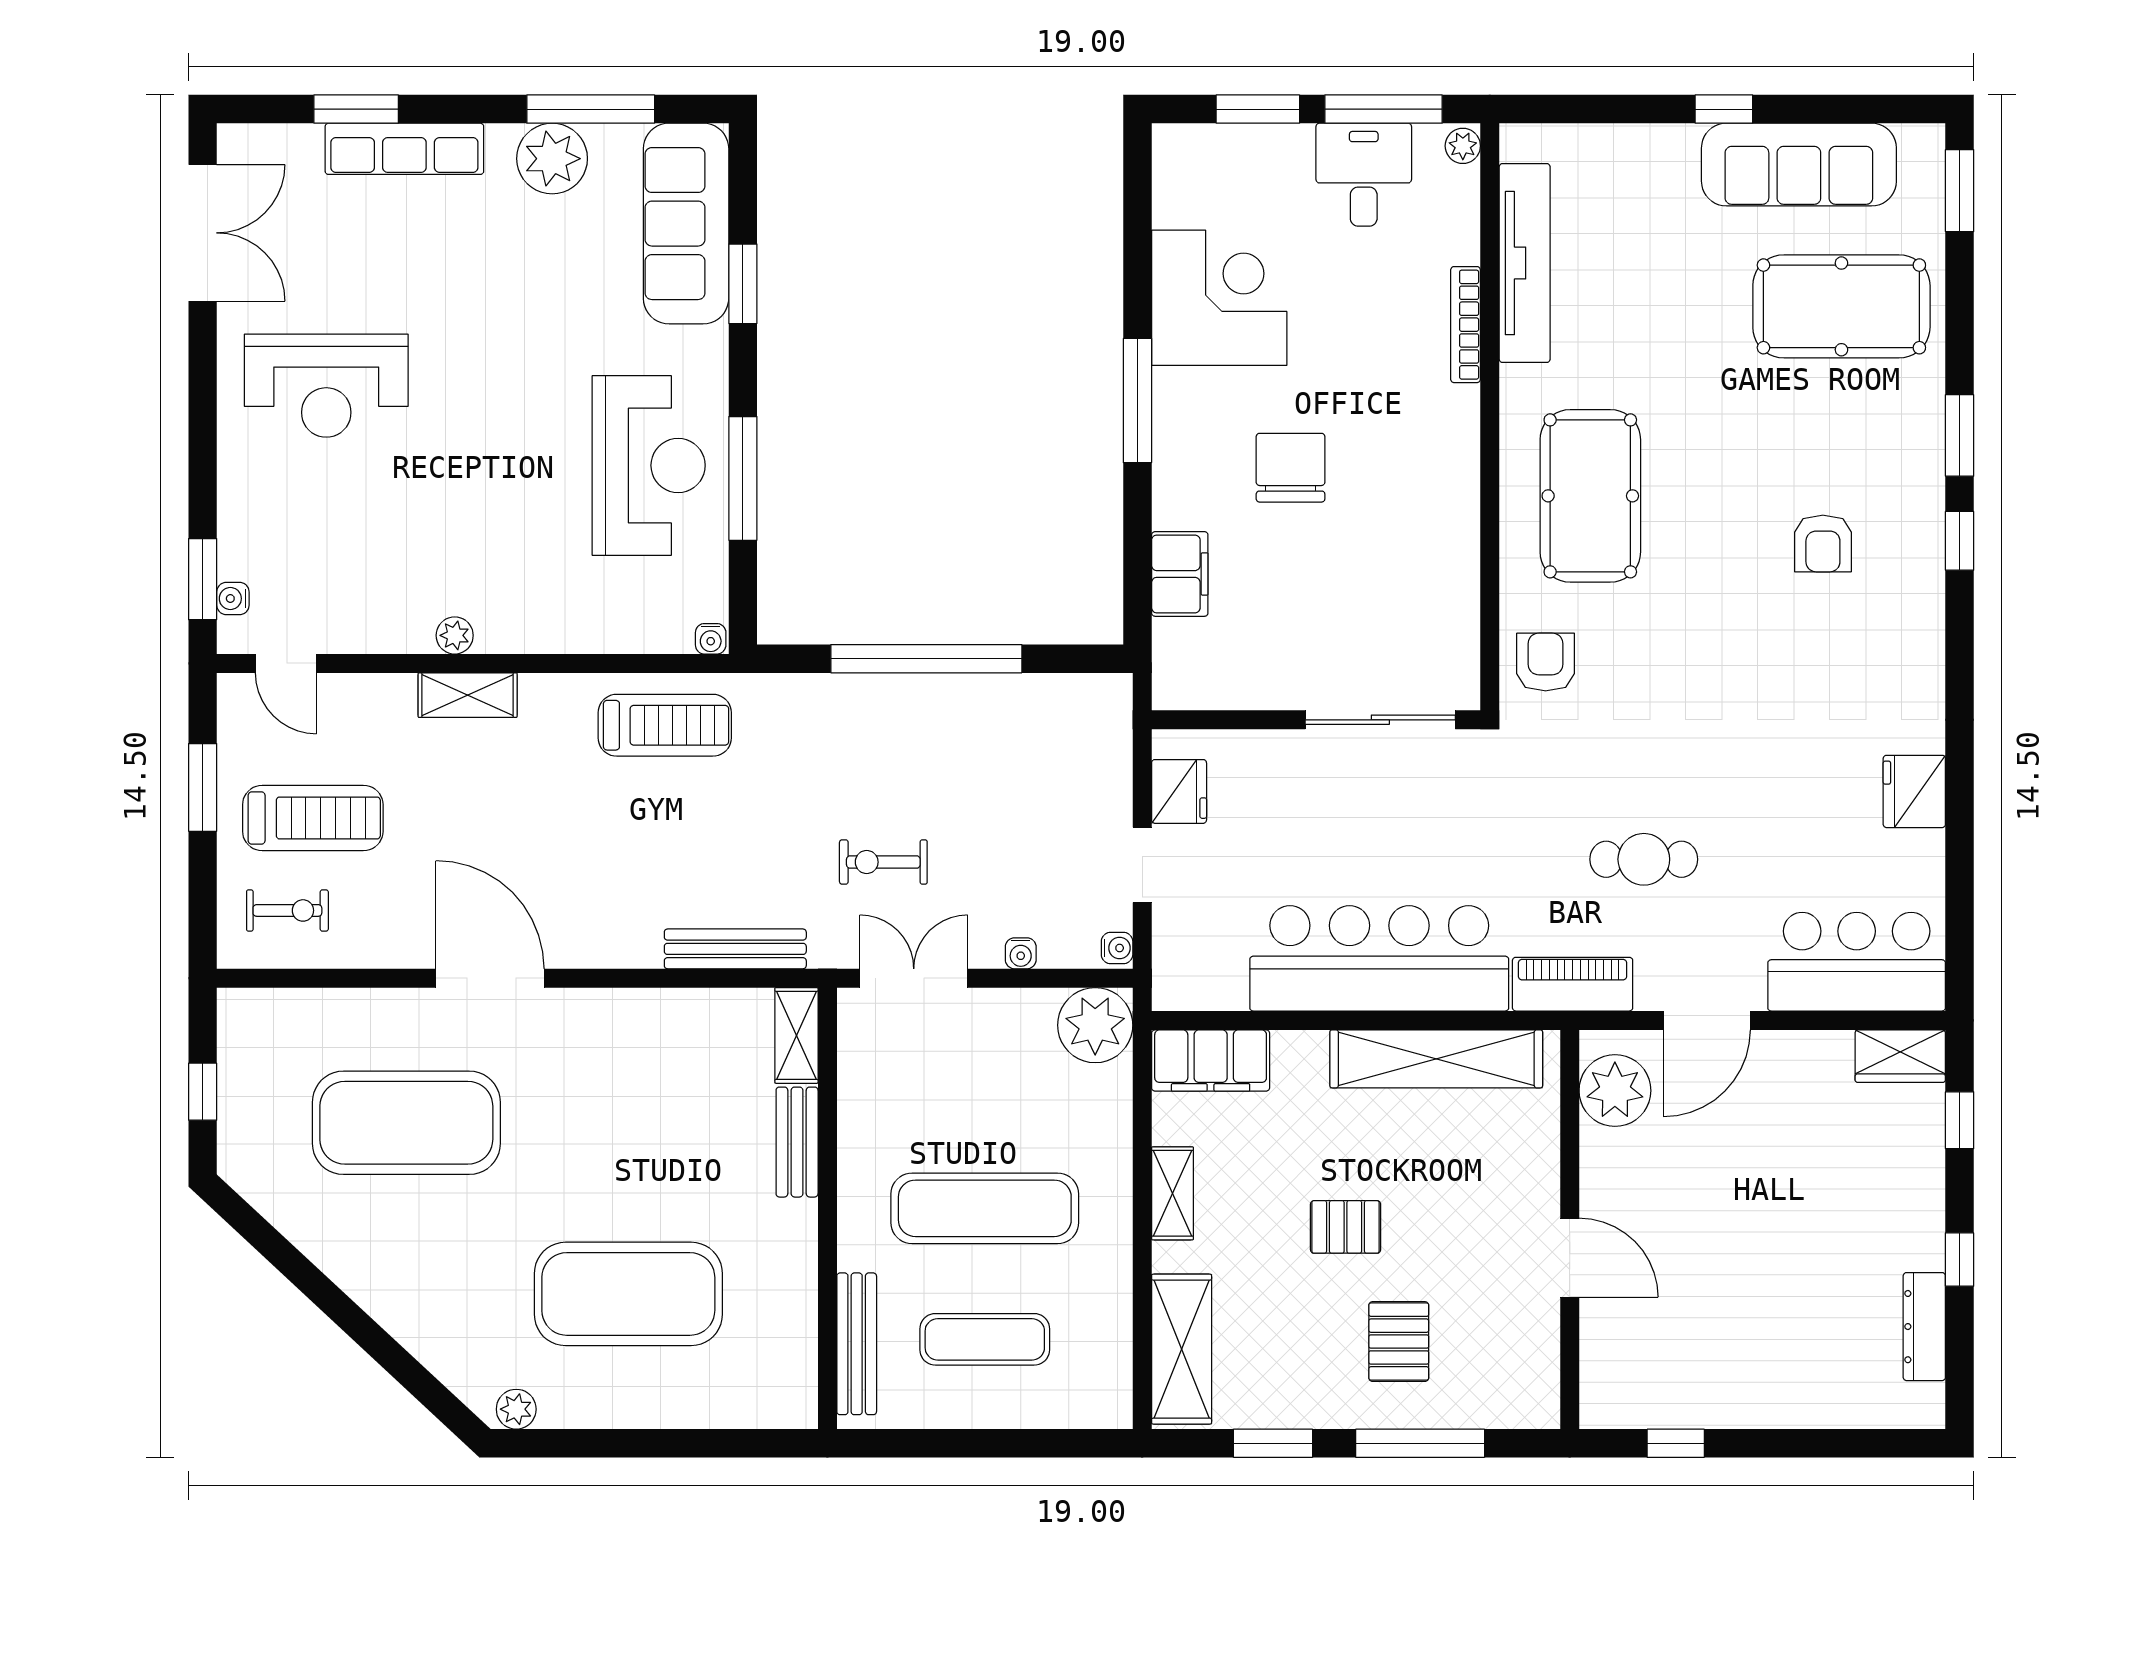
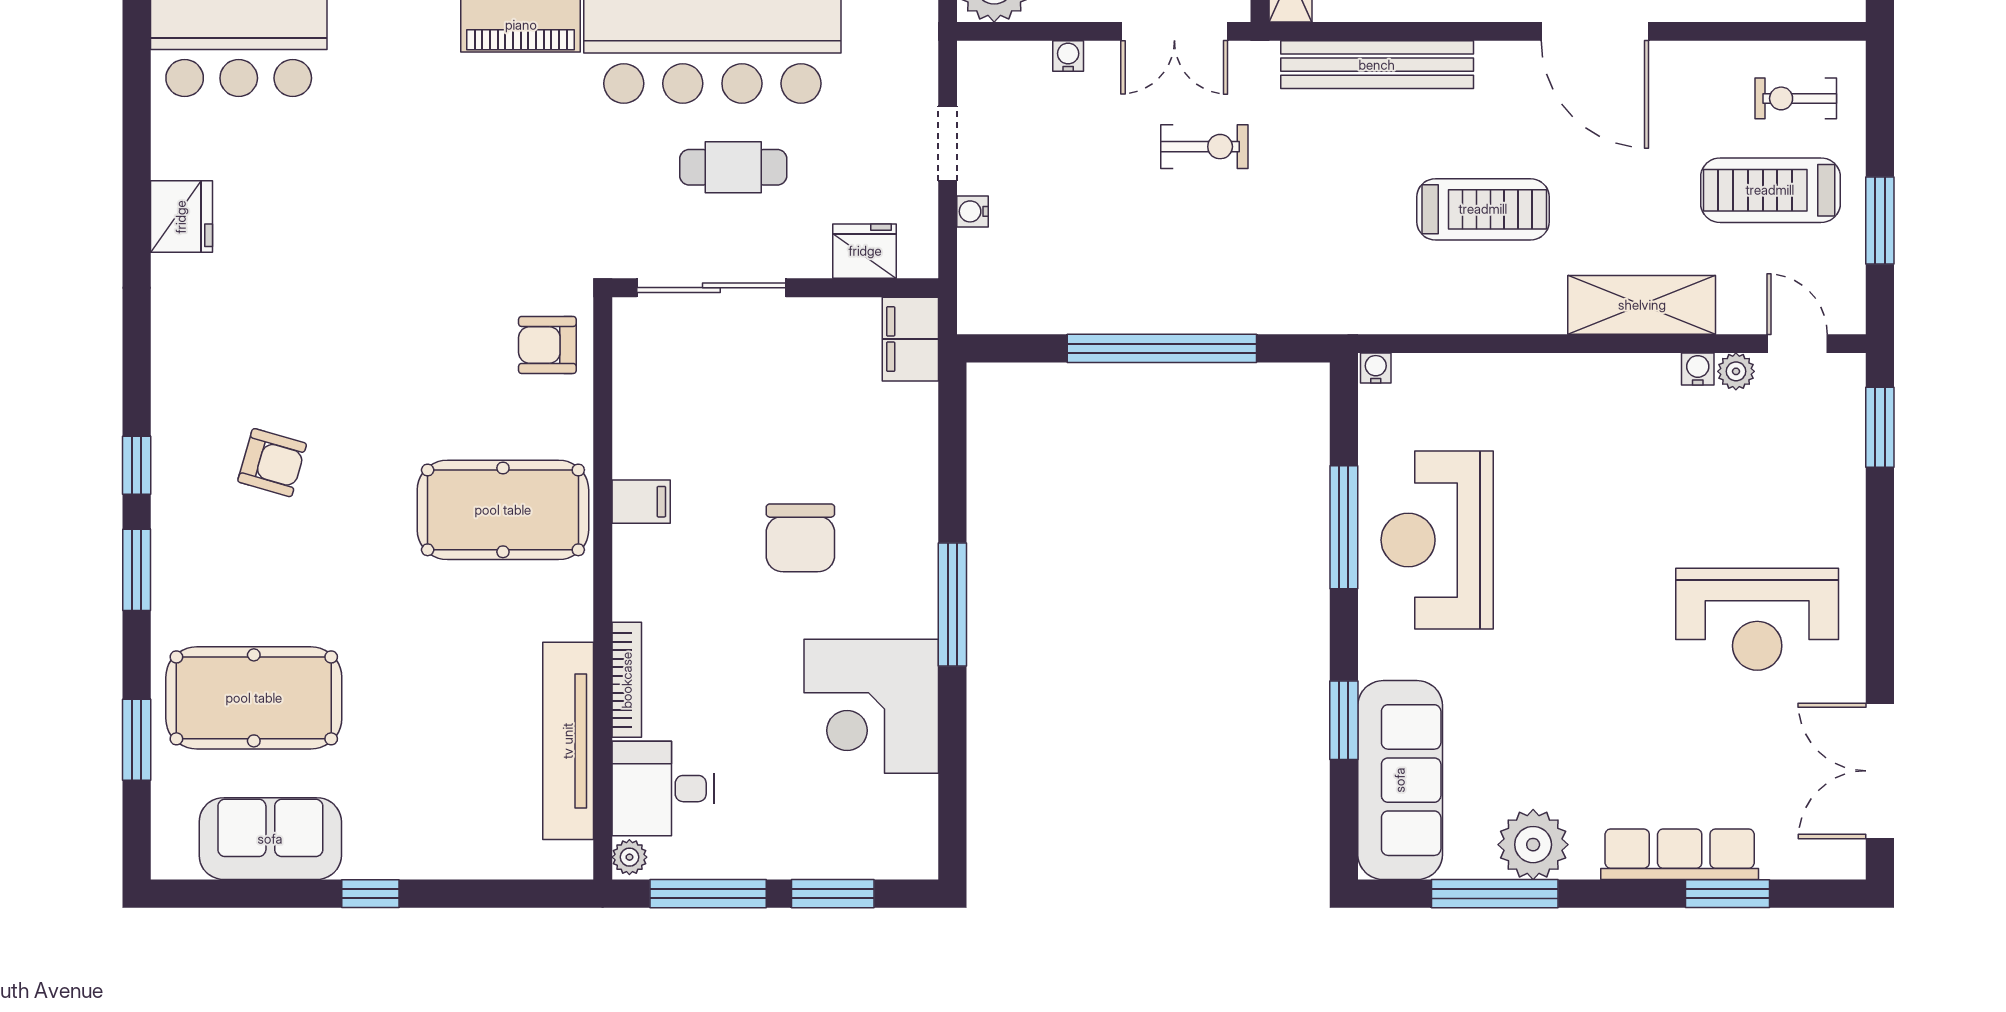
sofa: (1799, 165) -> (270, 839), width x0.73
desk: (1364, 175) -> (663, 789), moved, turned 90
window: (1960, 191) -> (137, 740), moved
reception desk: (326, 386) -> (1757, 619), turned 180
pool table: (1590, 496) -> (503, 510), turned 90
filing cabinet: (1451, 504) -> (641, 502), added
armchair: (1823, 544) -> (272, 463), turned 106
filing cabinet: (1180, 574) -> (910, 339), moved
water cooler: (233, 599) -> (1698, 369), moved, turned -90
plant: (455, 635) -> (1736, 371), moved
armchair: (1546, 662) -> (547, 345), turned 90
shelving: (468, 695) -> (1642, 305), width x1.50, depth x1.33
treadmill: (665, 725) -> (1483, 209), moved, turned 180
fridge: (1179, 791) -> (865, 251), moved, turned 90
cafe table: (1644, 859) -> (733, 167), moved
water cooler: (1117, 948) -> (973, 211), moved
bench: (735, 949) -> (1377, 65), width x1.37, depth x1.21

